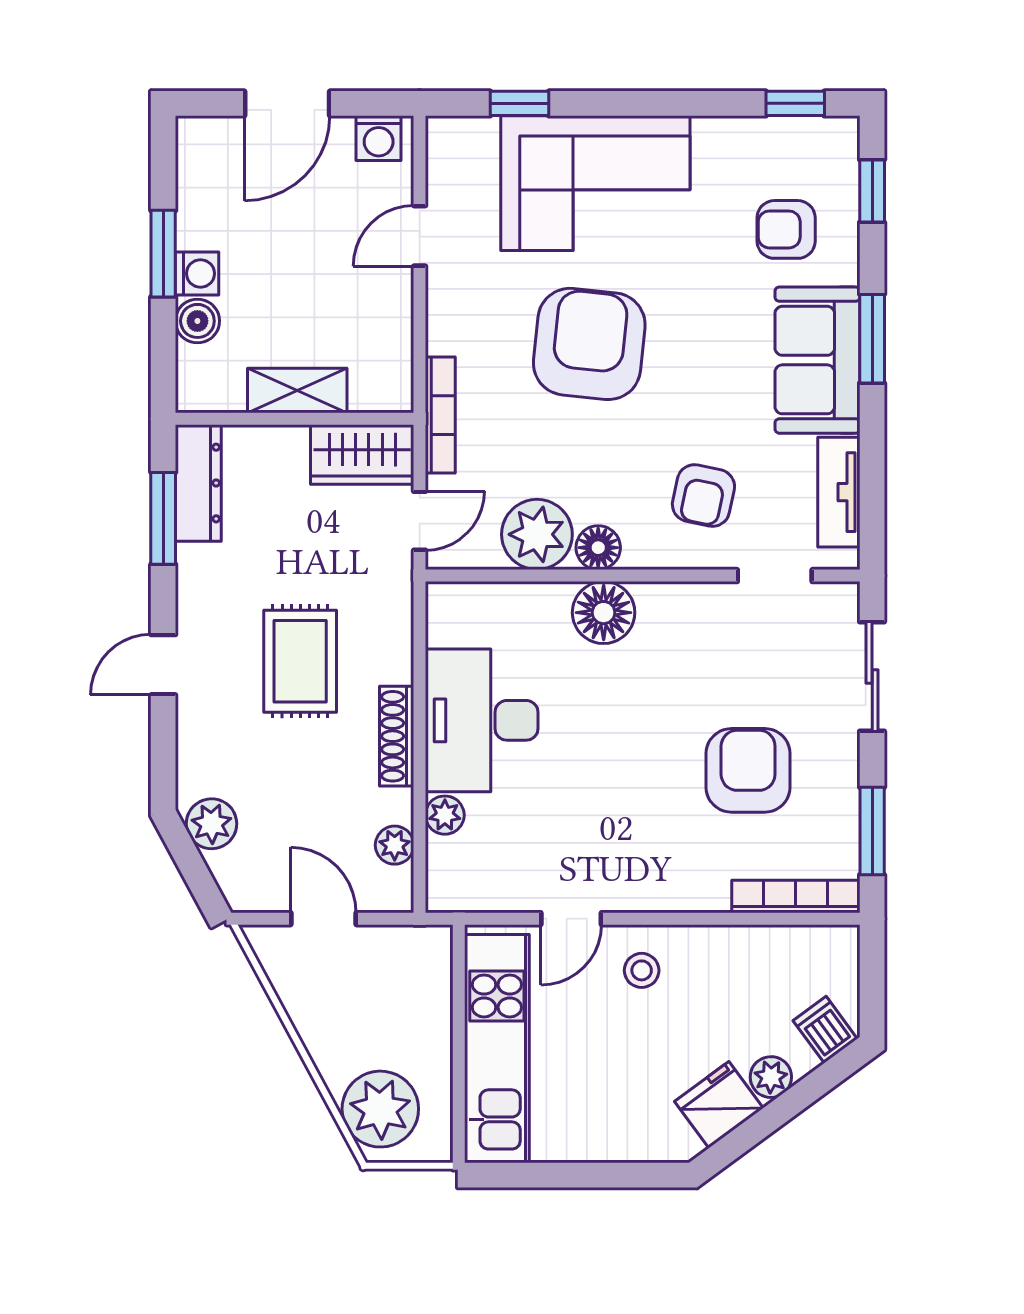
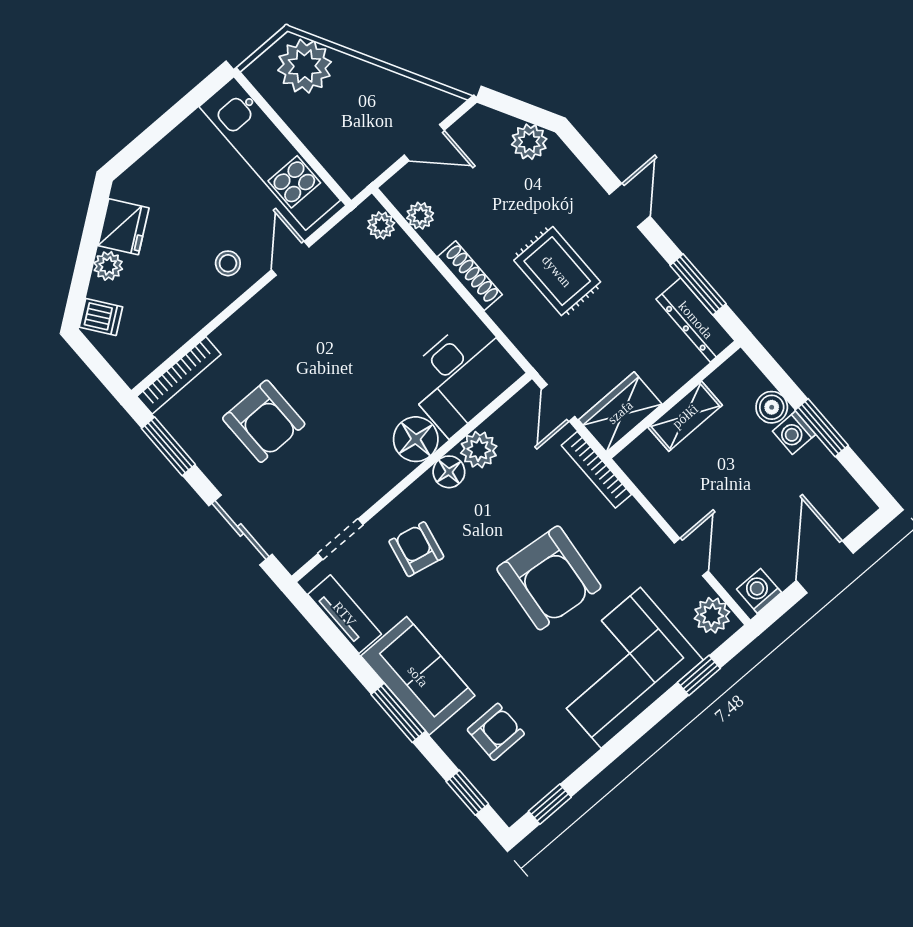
plant: (451, 155) -> (712, 615), added
plant: (537, 534) -> (479, 450), width x0.73, depth x0.73
desk: (482, 720) -> (462, 376), moved, turned 90
plant: (445, 815) -> (381, 225), moved

